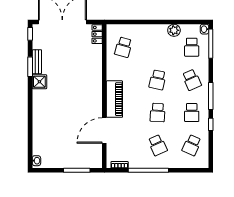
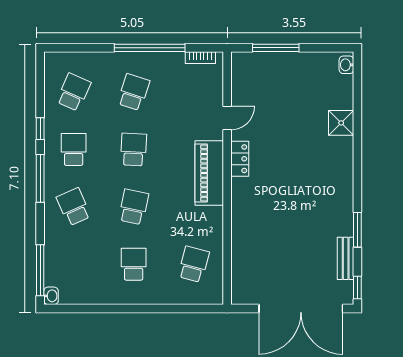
plant: (174, 30) -> (105, 294), removed
locker: (97, 34) -> (240, 159), moved
school desk: (192, 47) -> (134, 264), moved
bench: (37, 62) -> (346, 258), moved
shower: (39, 82) -> (341, 123), moved
door: (104, 130) -> (227, 118), width x0.53
school desk: (158, 145) -> (134, 92), turned 42

